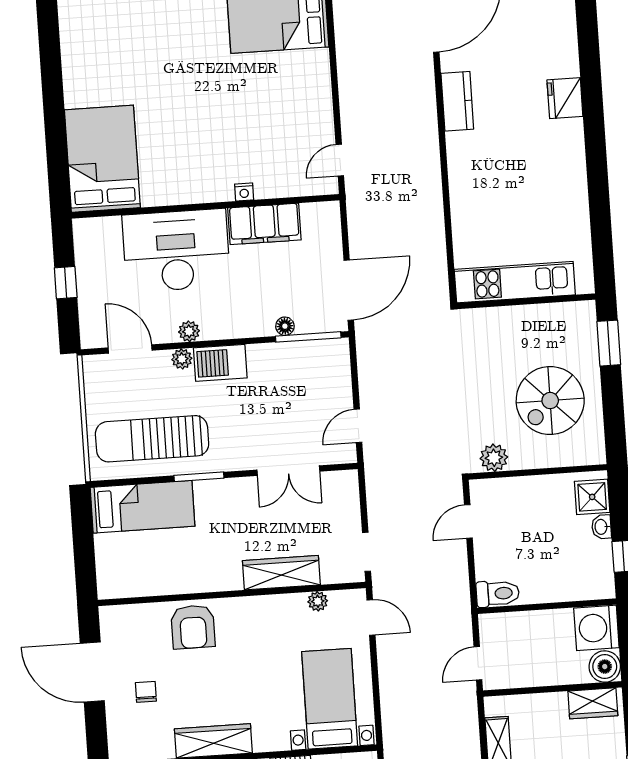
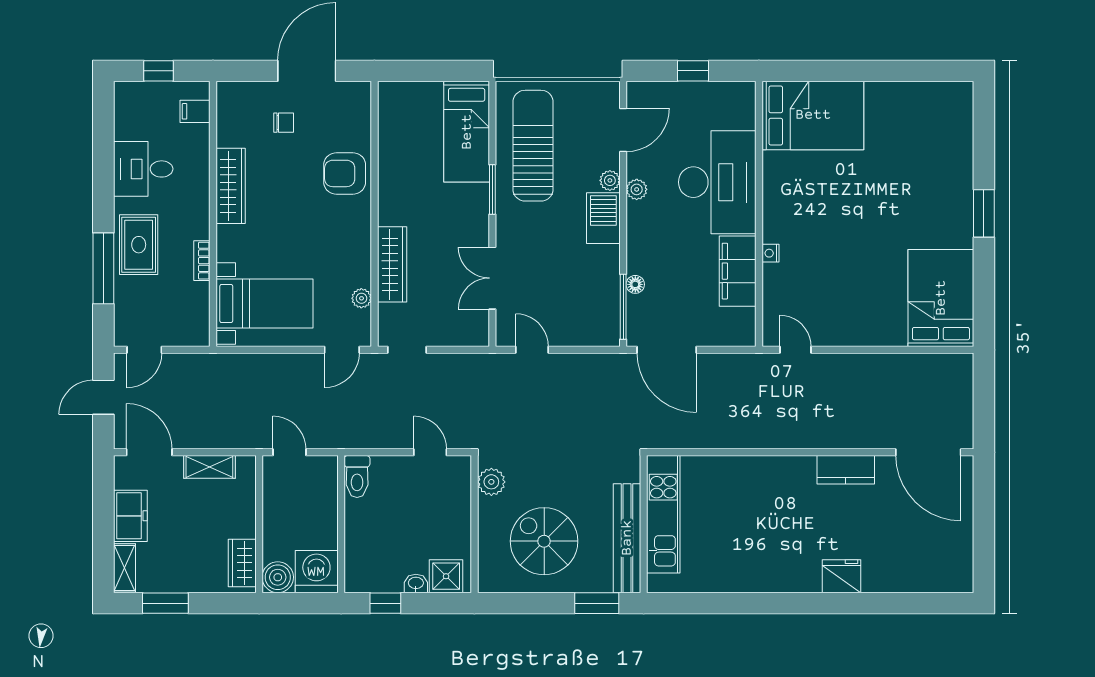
bench: (541, 317) -> (627, 538), added

